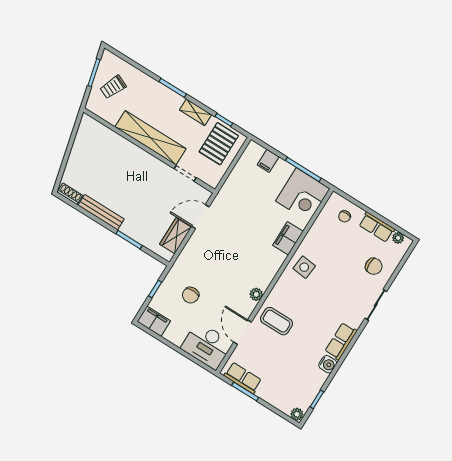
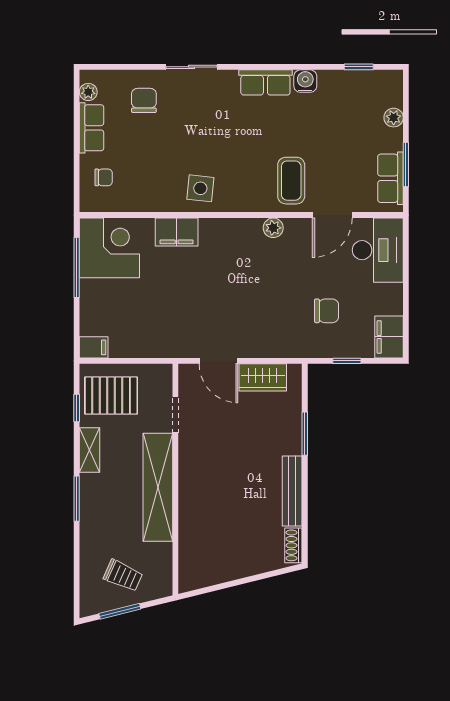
filing cabinet: (268, 161) -> (94, 347), moved
plant: (297, 414) -> (394, 118), moved

